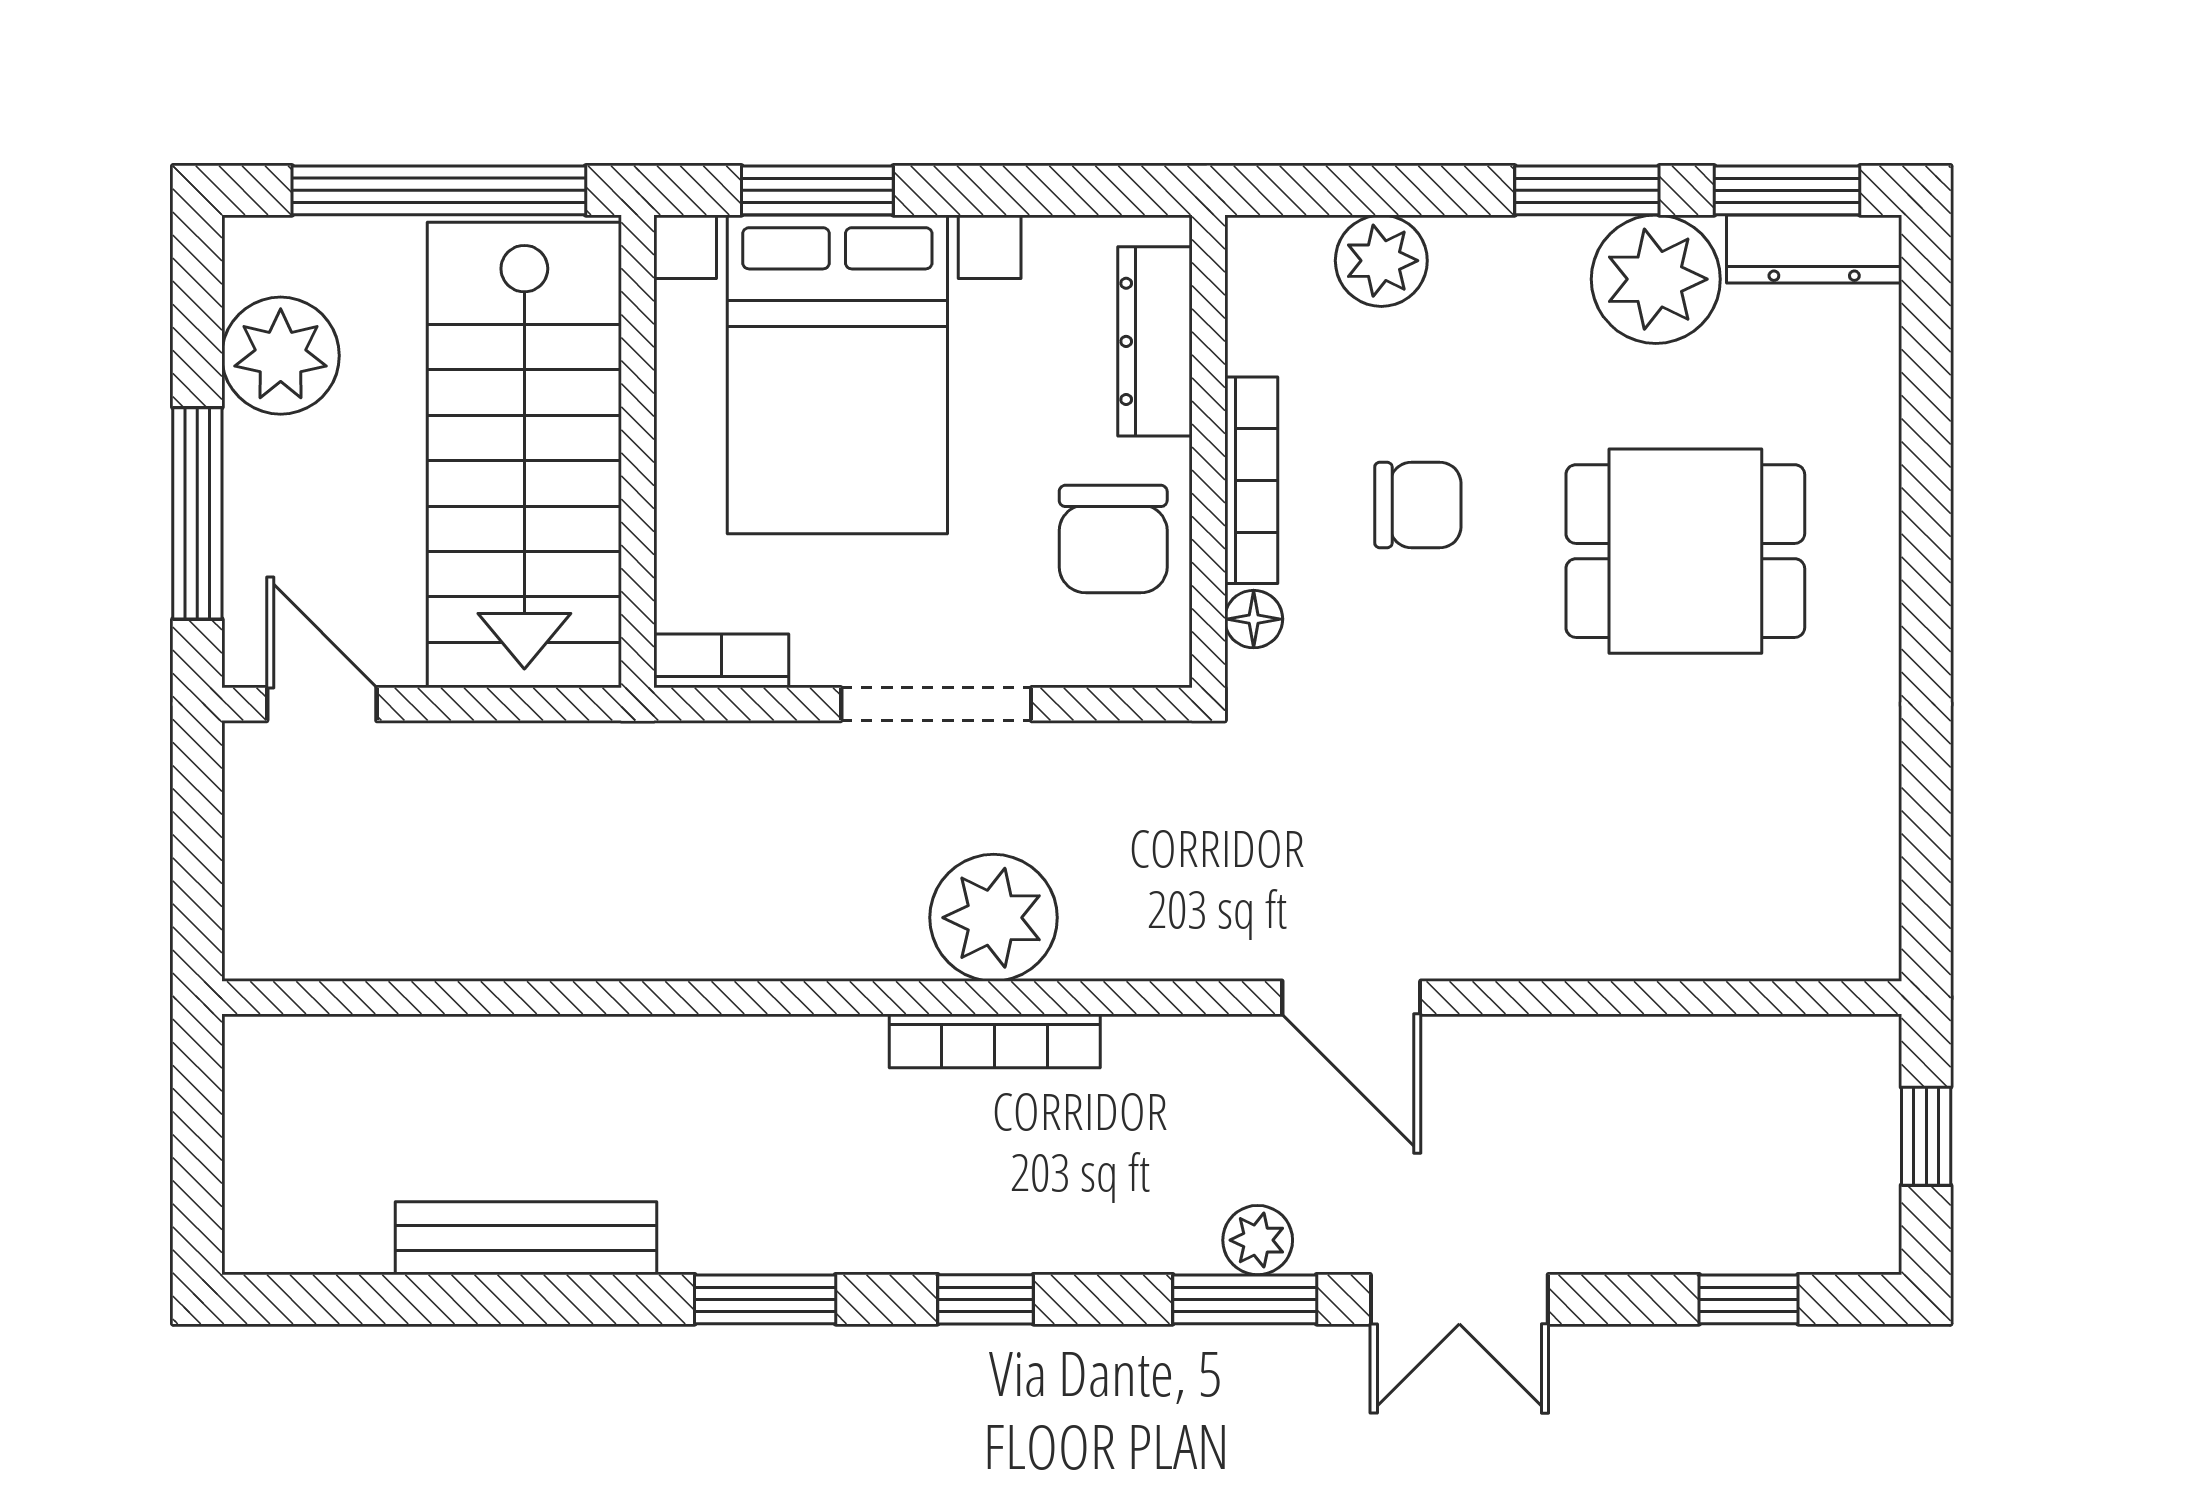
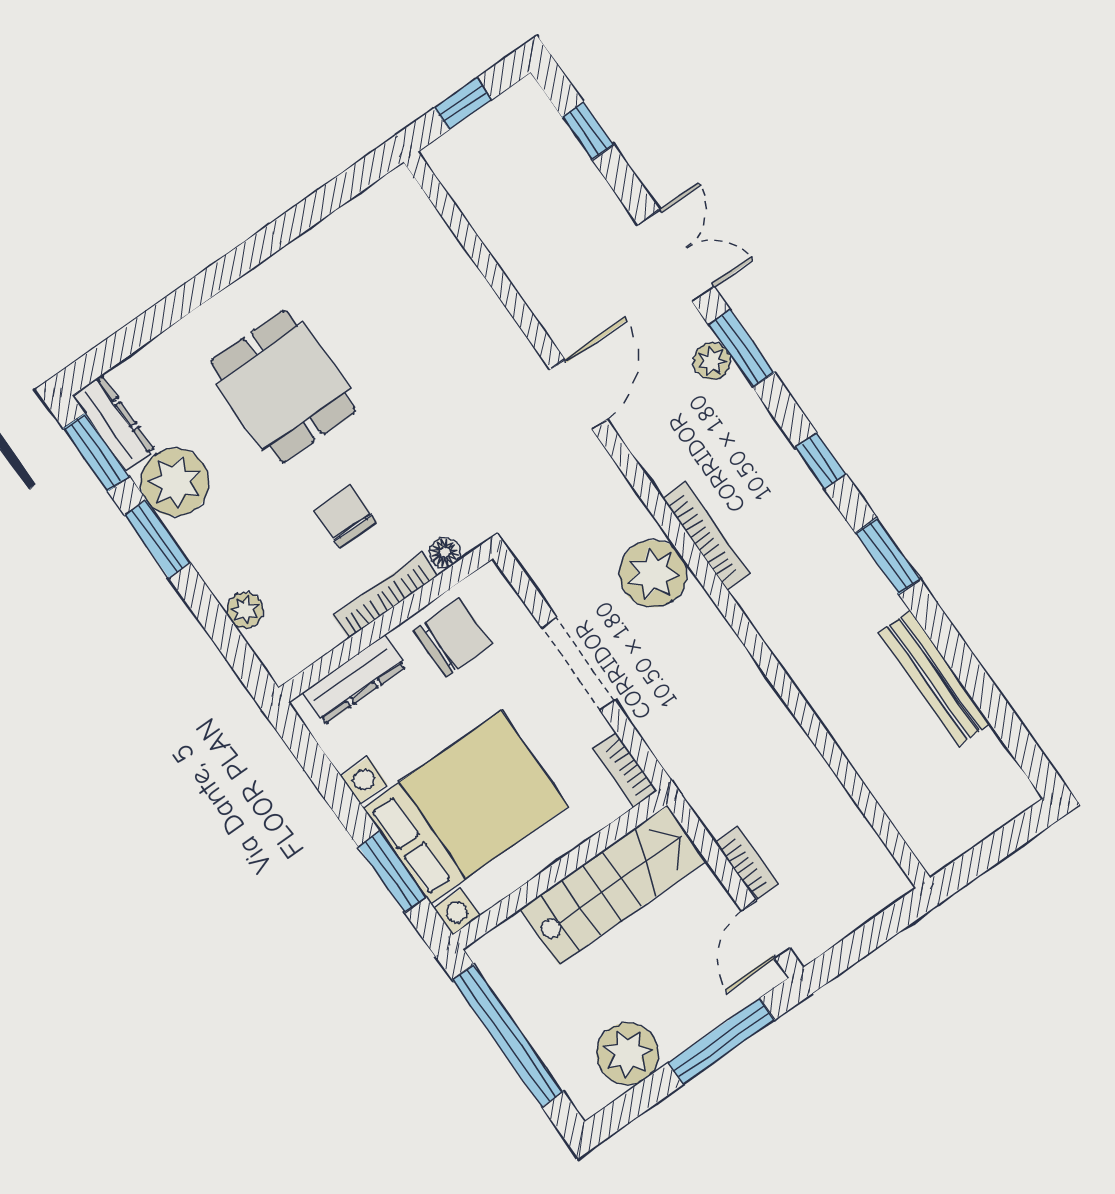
plant: (1381, 261) -> (245, 610), width x0.73, depth x0.73
stairs: (524, 455) -> (613, 885), width x0.73, depth x0.66
bookcase: (444, 747) -> (747, 863), added

